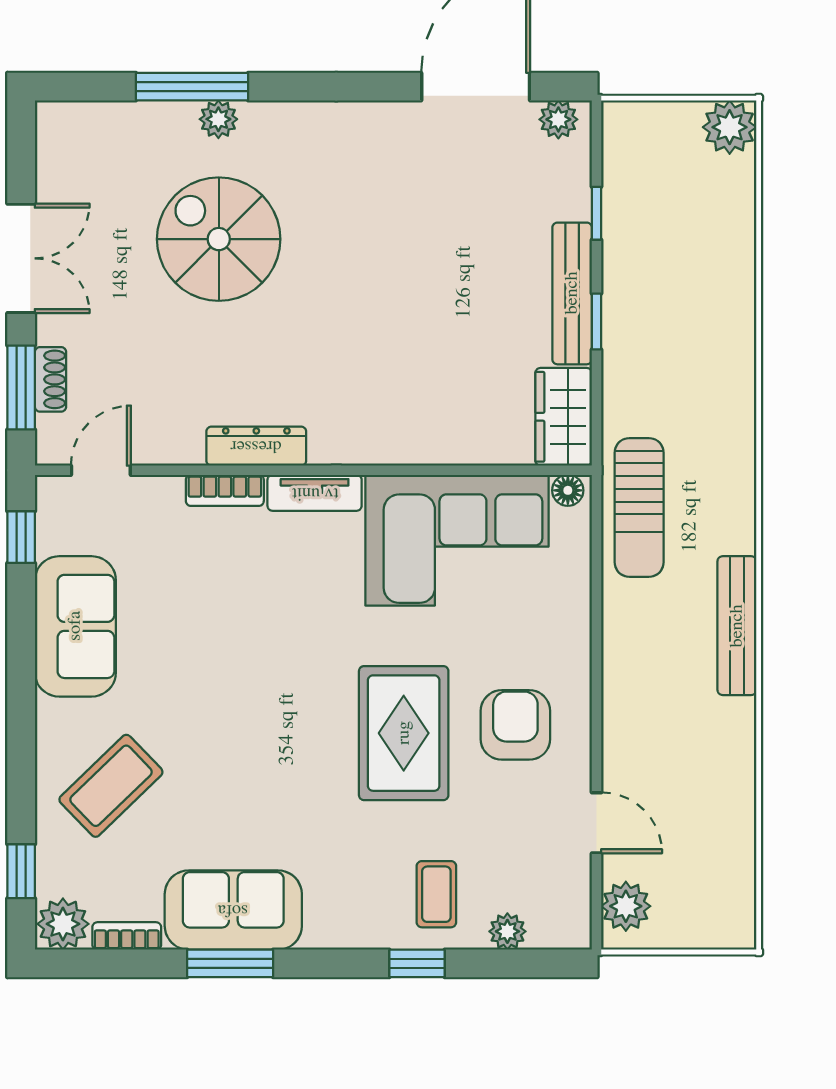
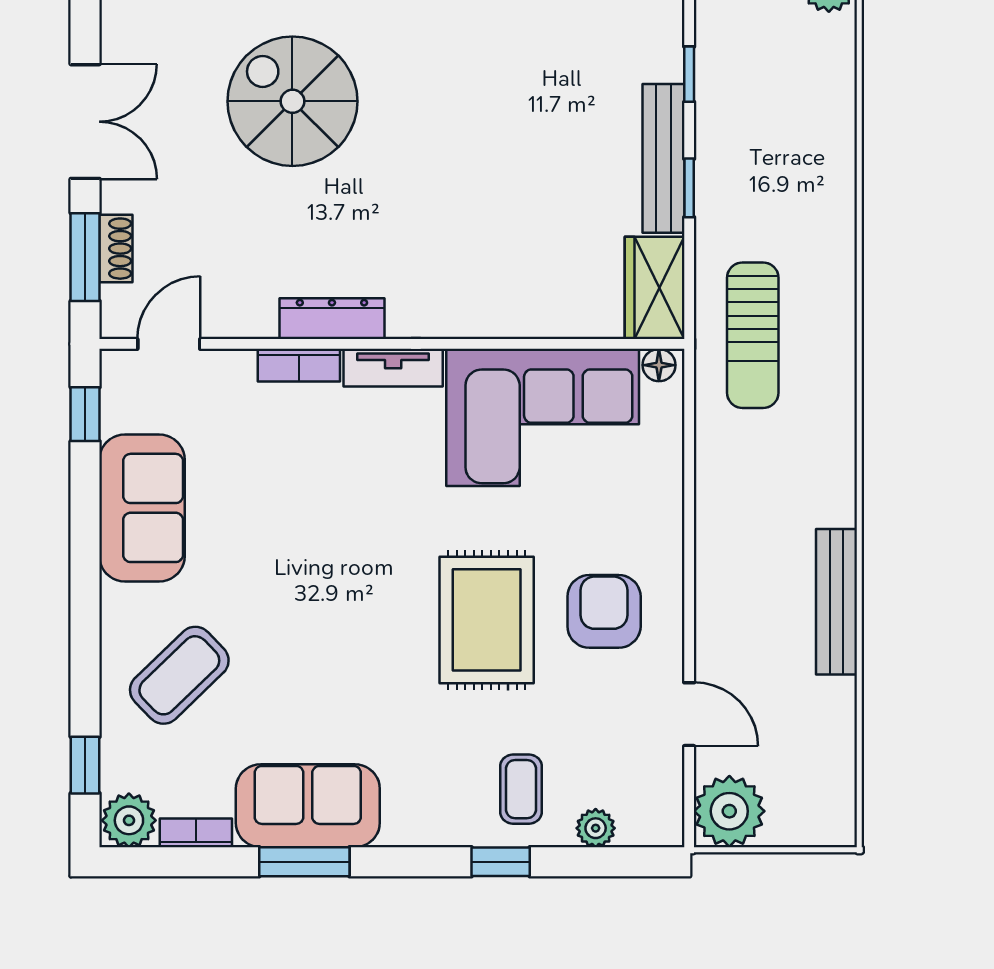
sun lounger: (639, 507) -> (753, 335), moved
bench: (737, 626) -> (837, 602), moved
plant: (626, 906) -> (729, 811), width x1.36, depth x1.36

